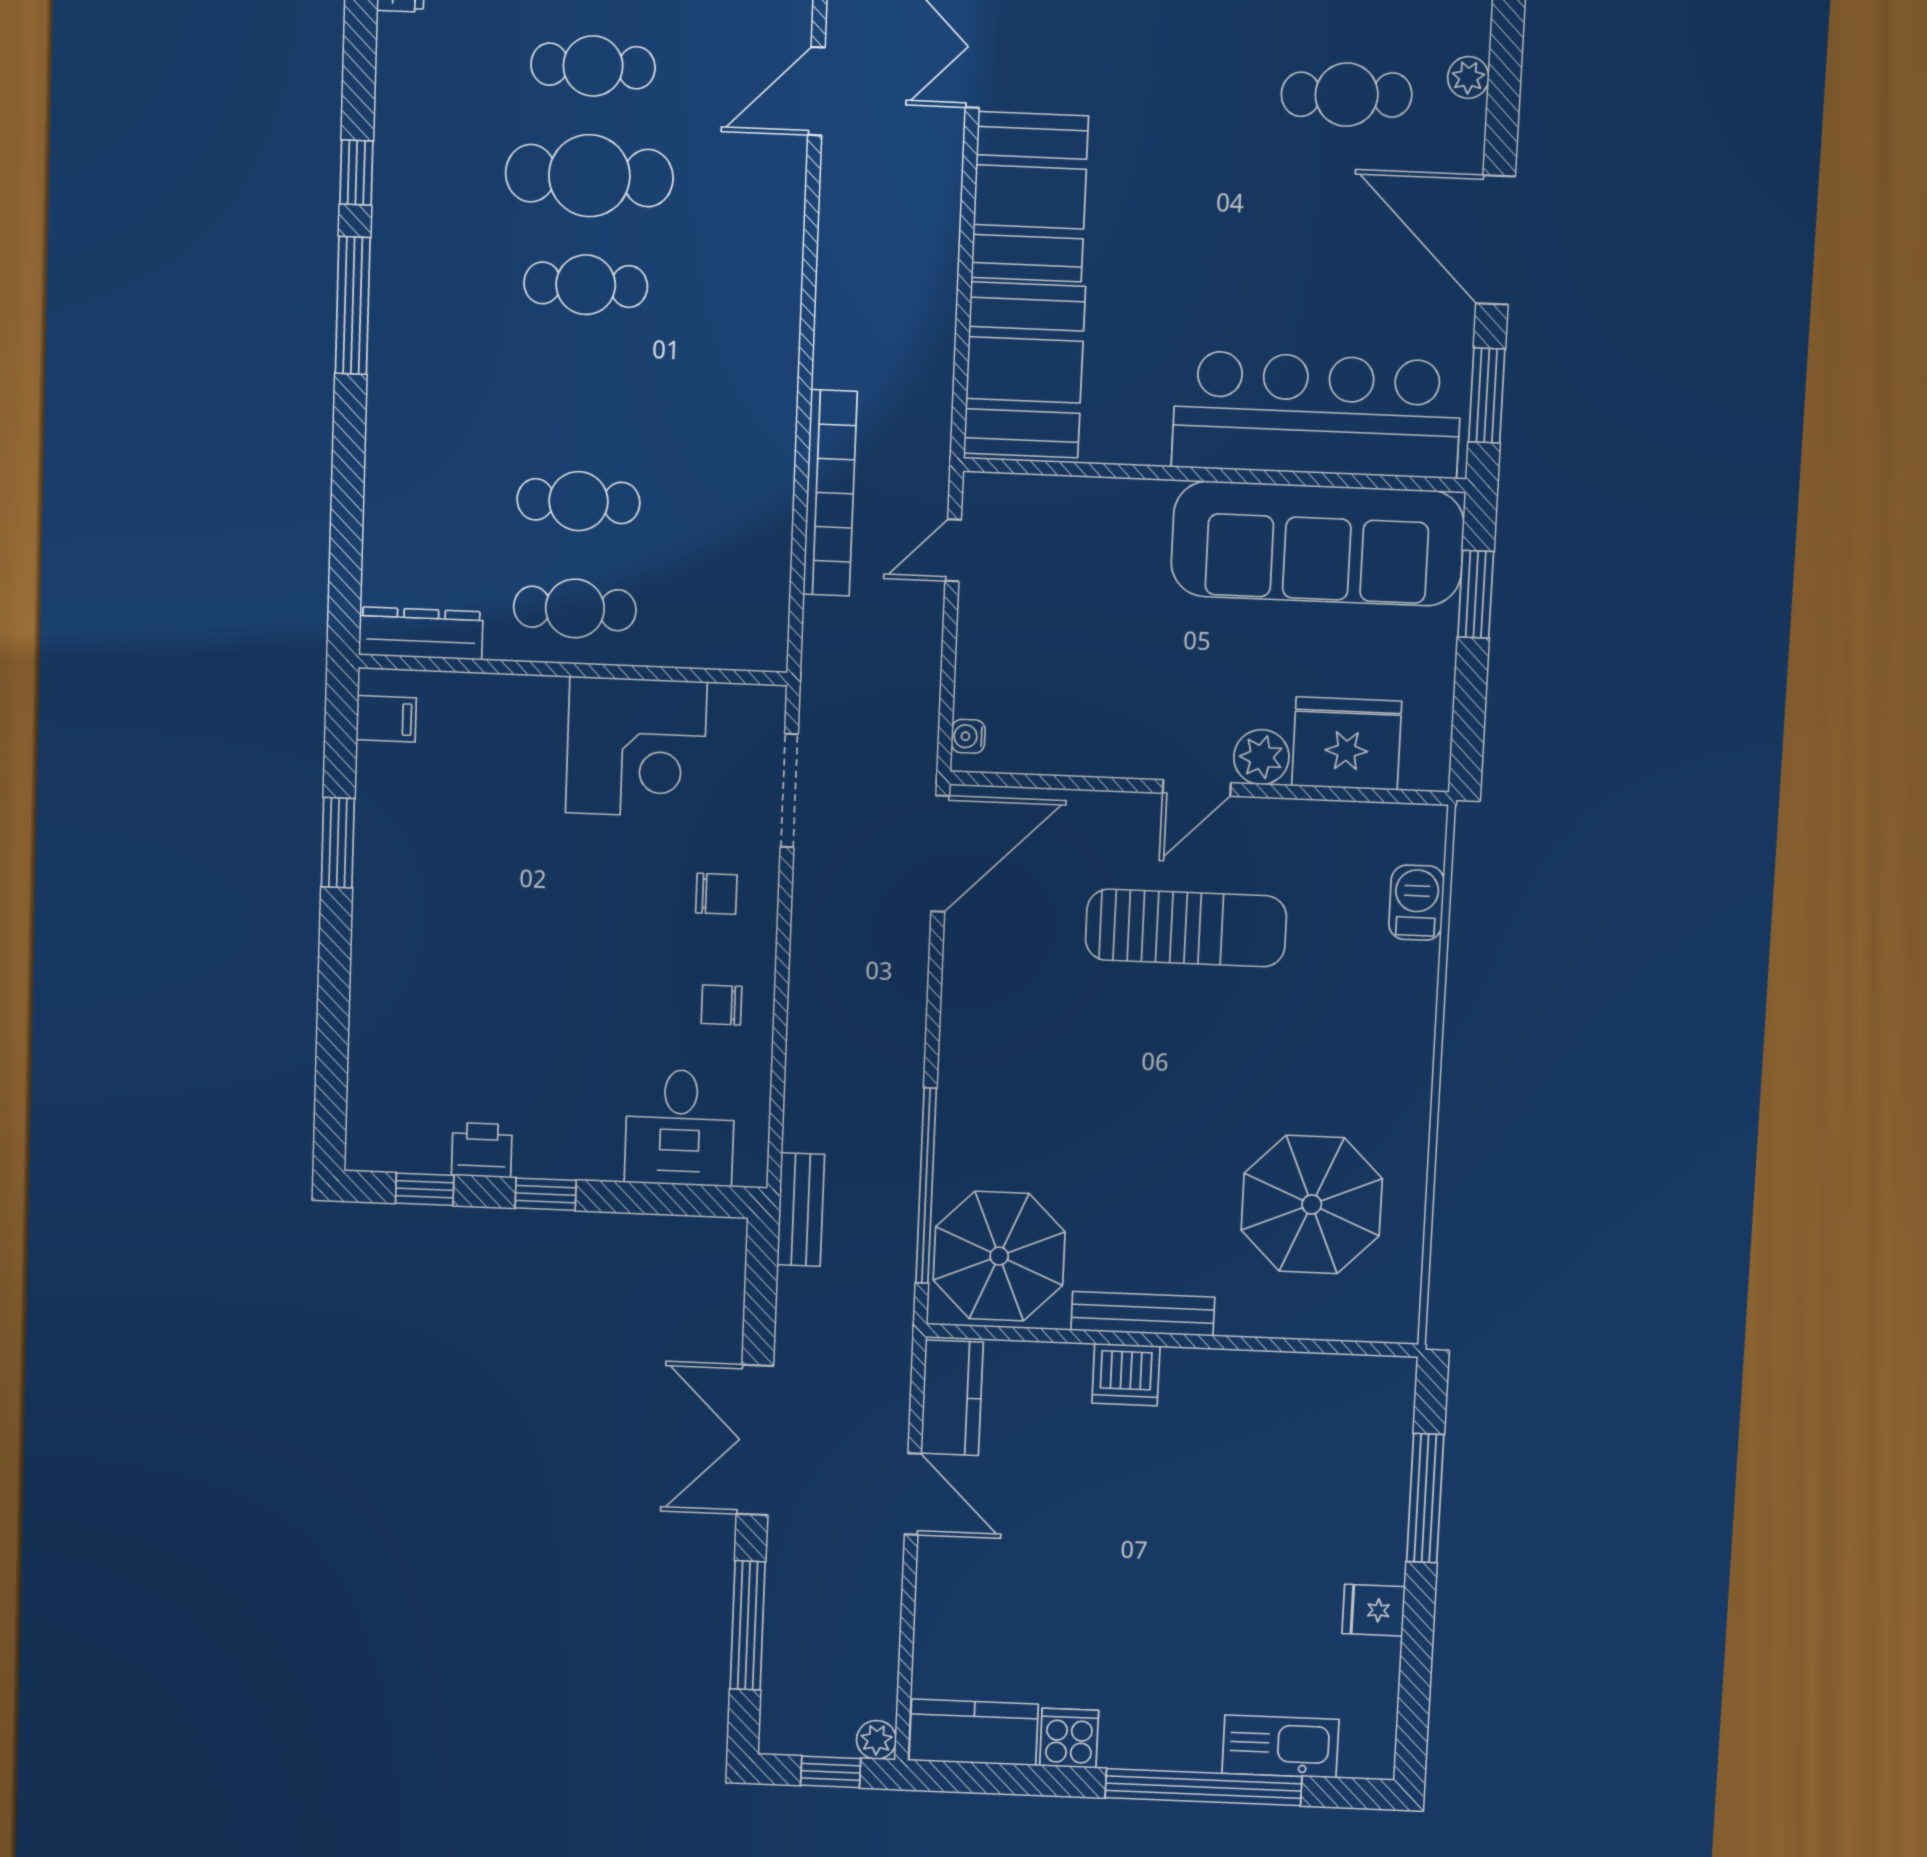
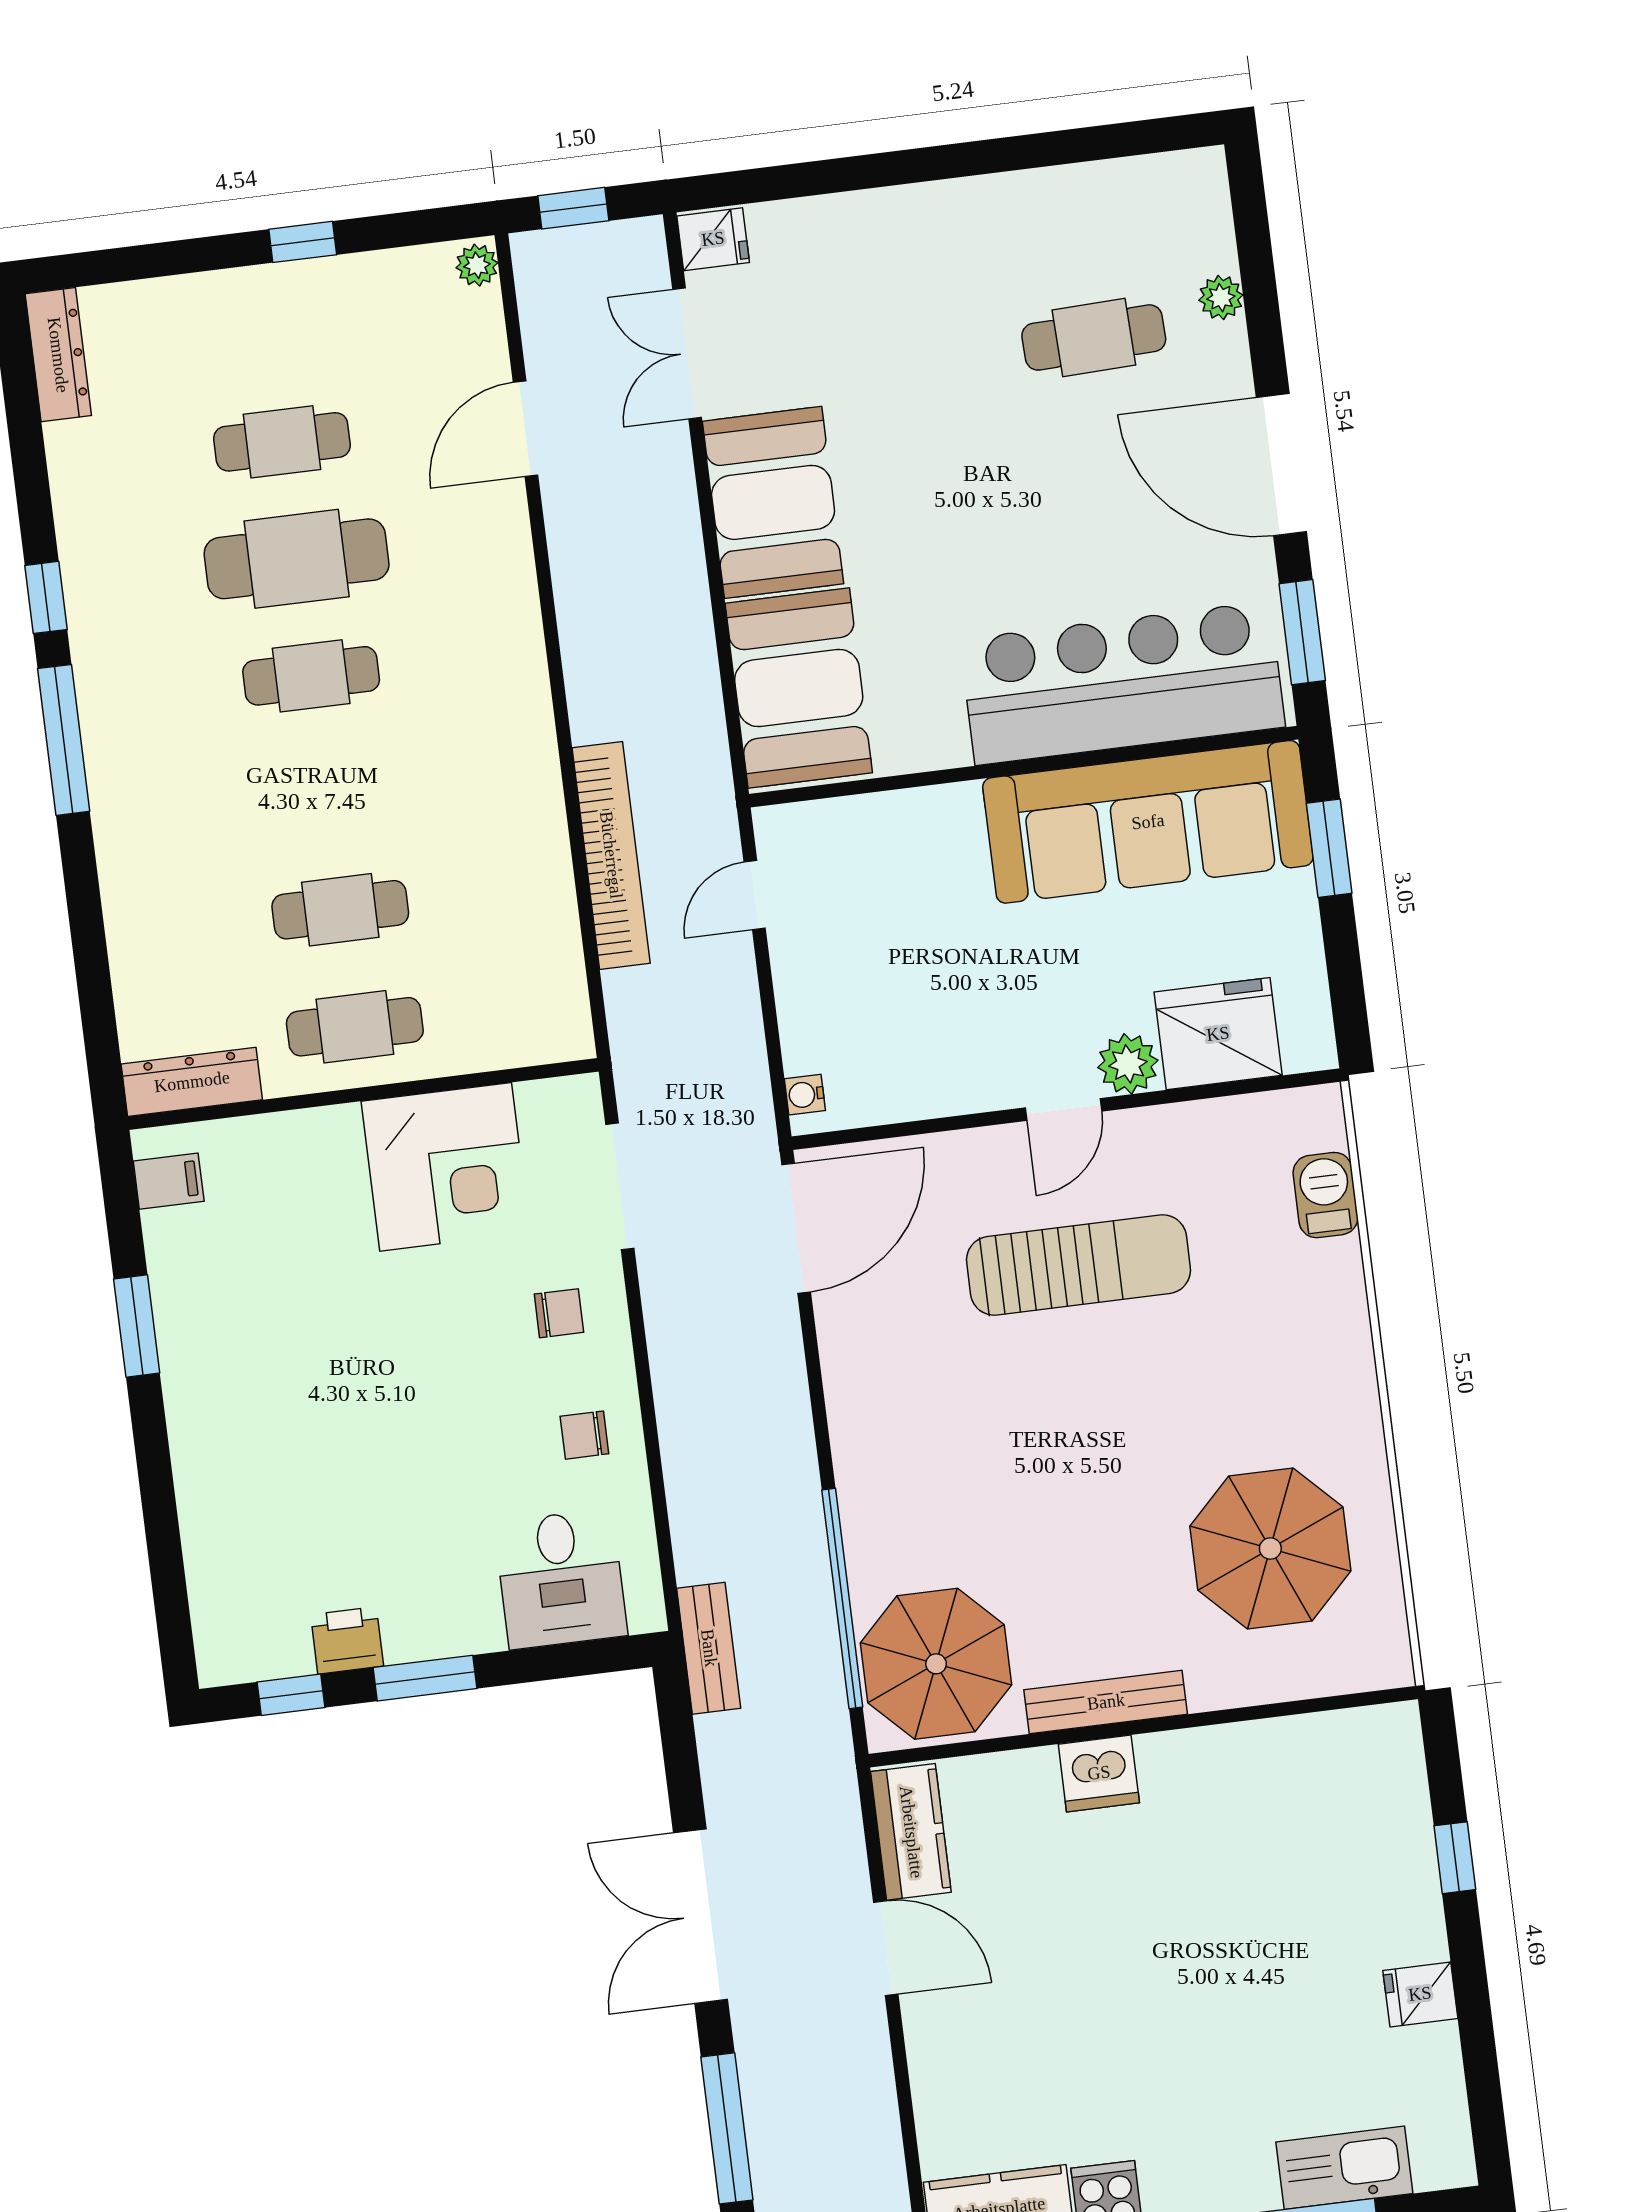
window: (546, 1194) -> (425, 1678), width x1.50
window: (1425, 1498) -> (1455, 1858), width x0.46

